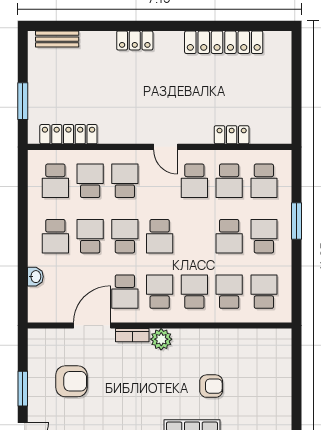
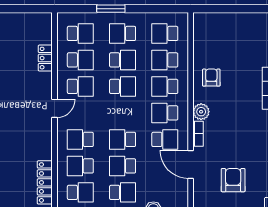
school desk: (160, 236) -> (123, 86), moved
armchair: (211, 386) -> (211, 78), moved

